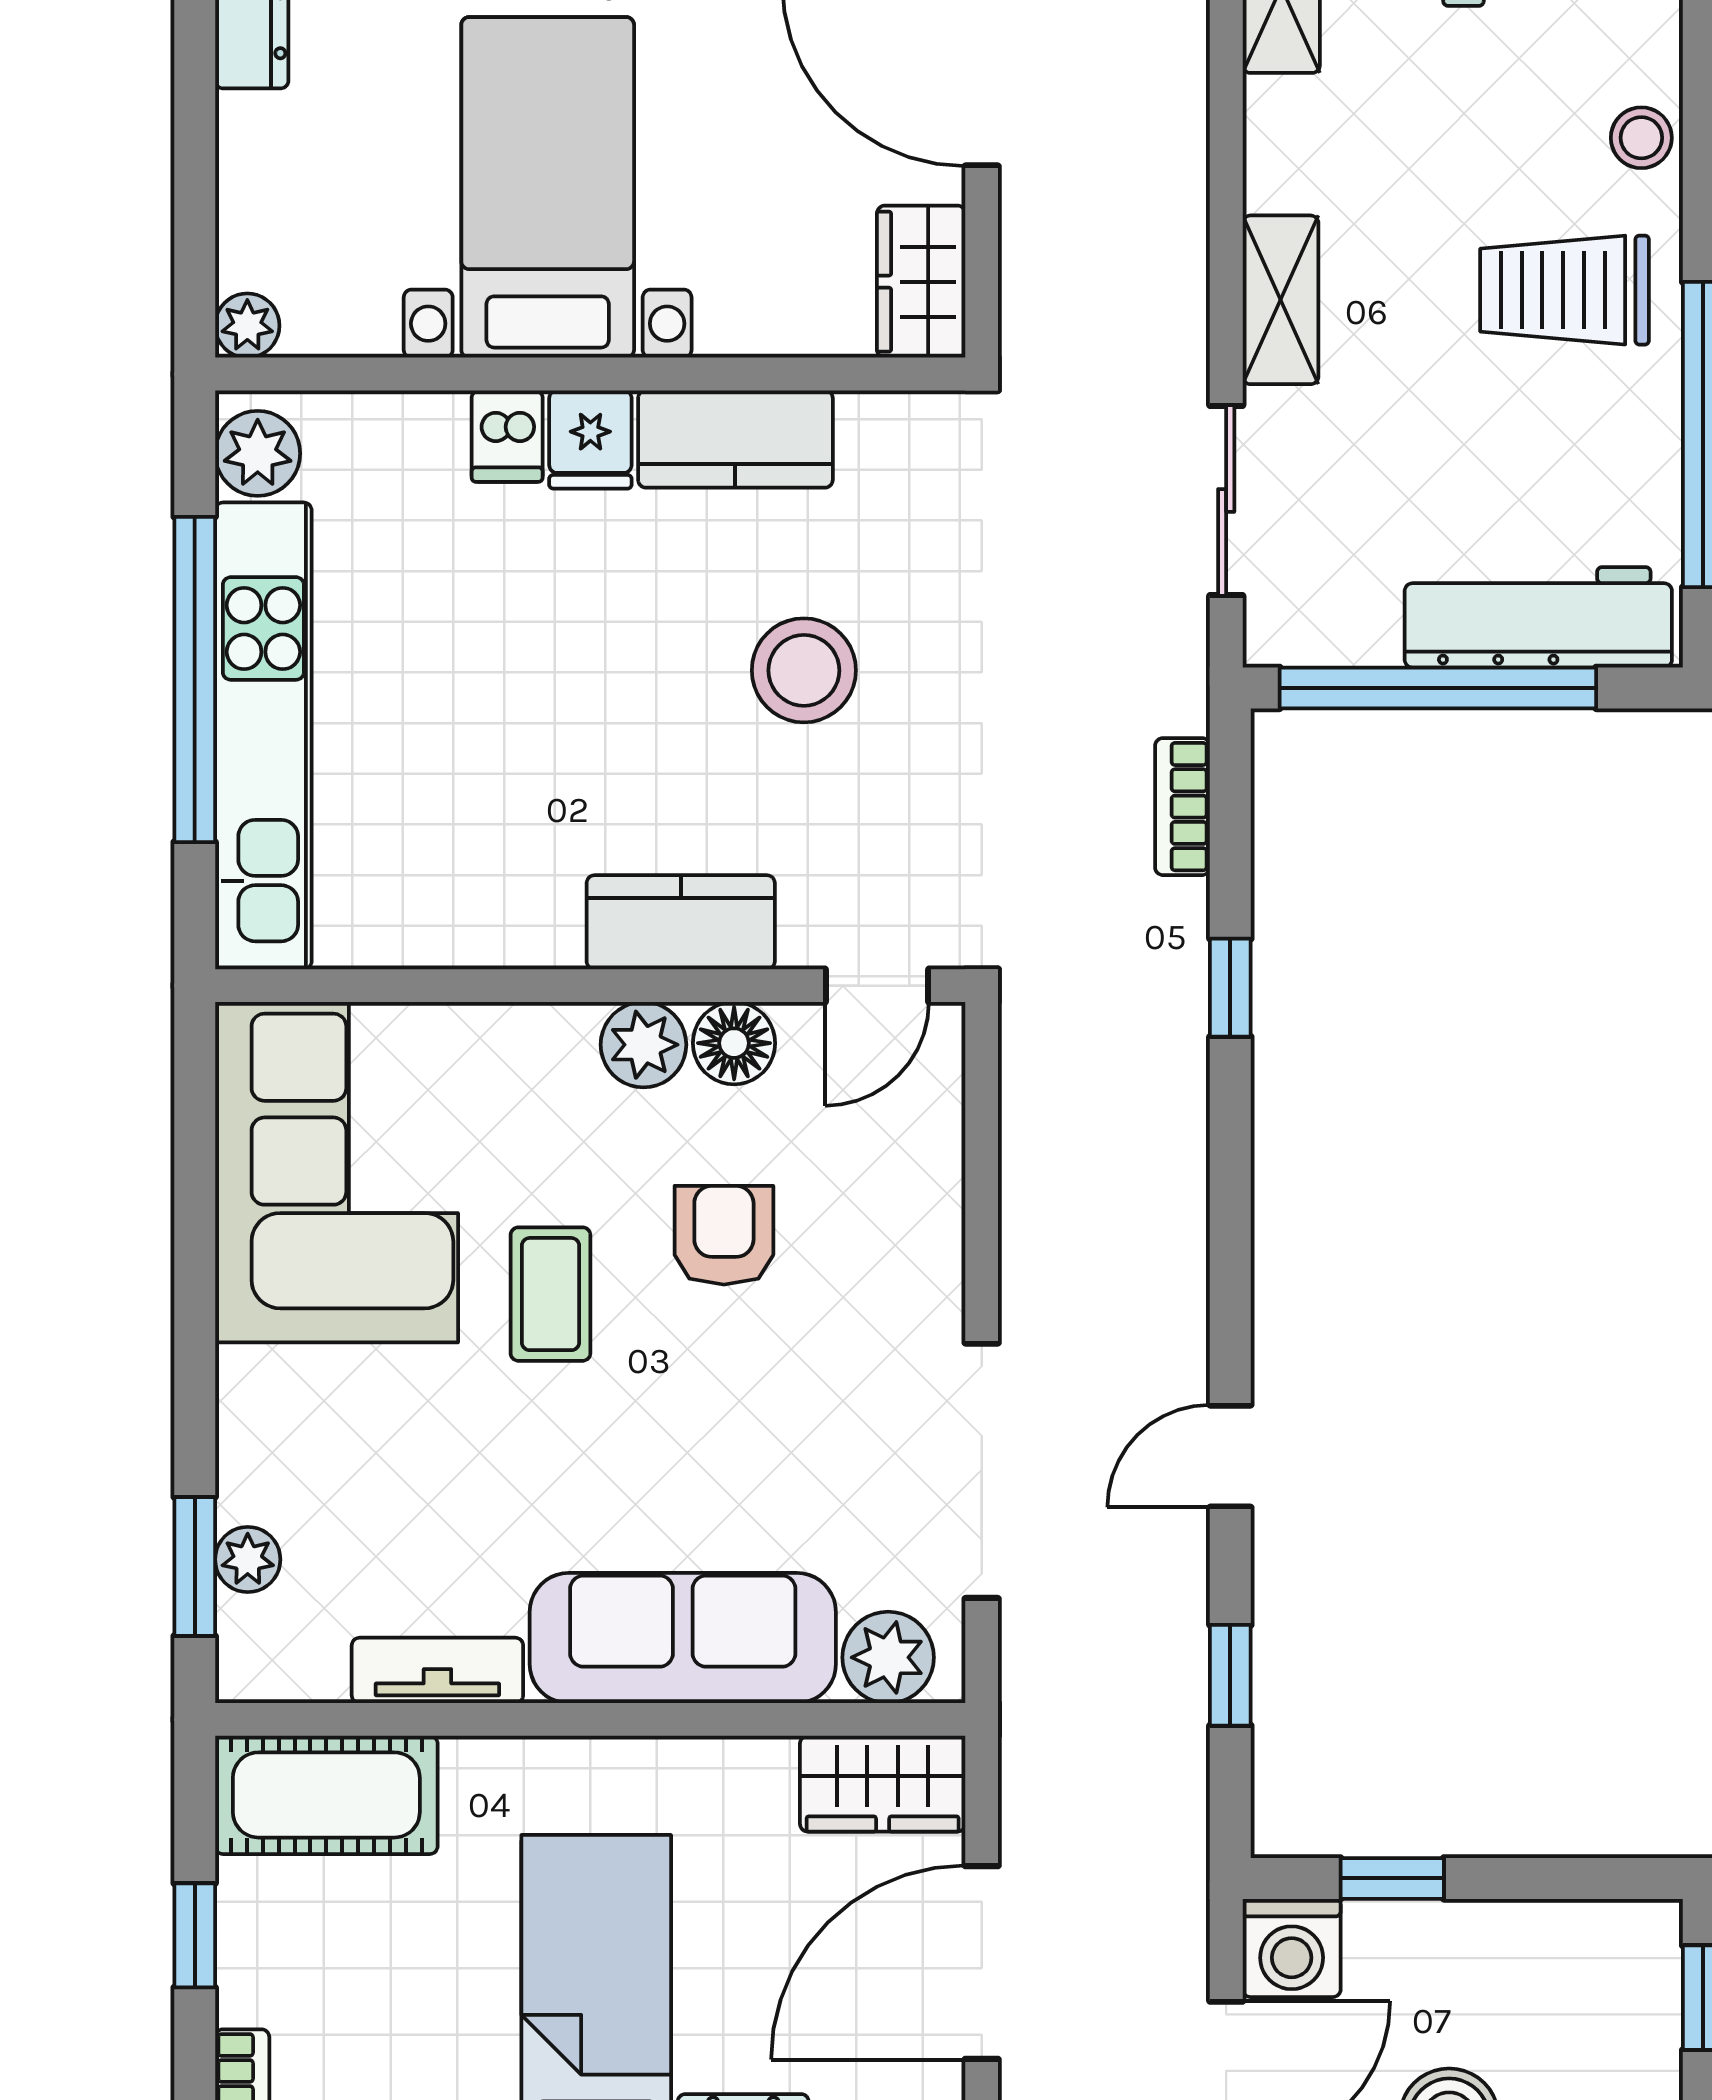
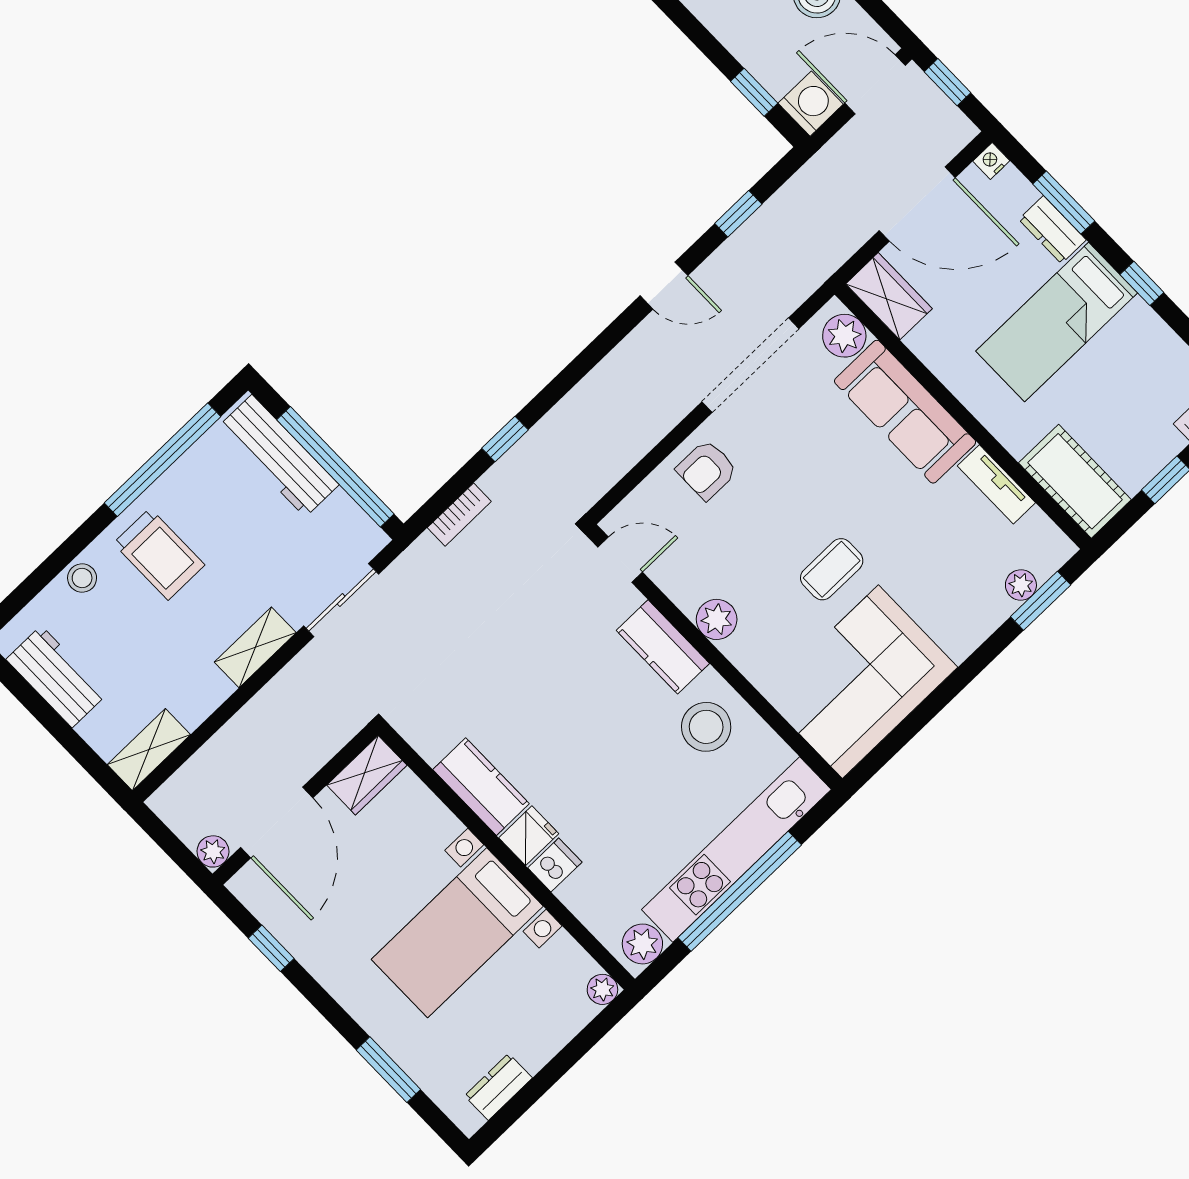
stool: (804, 670) -> (706, 727), moved
floor lamp: (734, 1043) -> (686, 589), removed
armchair: (724, 1235) -> (707, 470), moved

